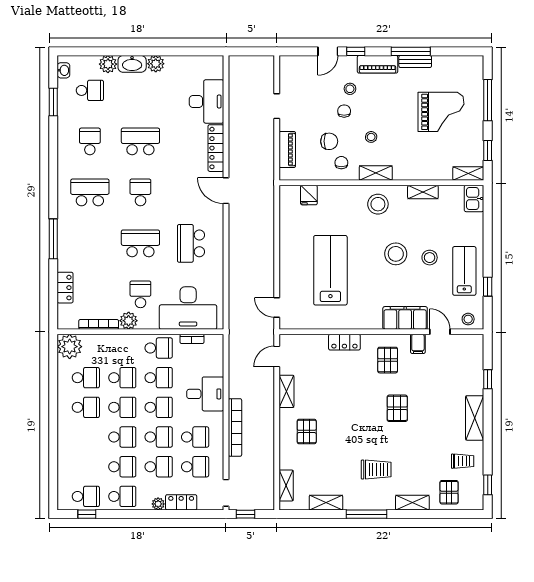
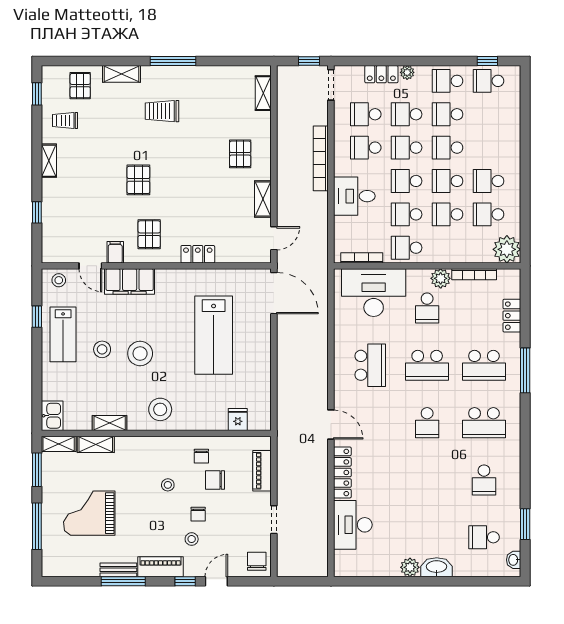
plant: (108, 64) -> (464, 567), removed
chair: (292, 69) -> (257, 561), added
school desk: (140, 141) -> (484, 365), moved
window: (488, 150) -> (37, 470), width x1.50
shelving: (376, 173) -> (96, 444), moved
door: (277, 308) -> (274, 293), width x1.88
bookcase: (192, 339) -> (362, 258), width x1.56
shelving: (475, 418) -> (49, 161), width x0.67, depth x0.75
shelving: (326, 503) -> (219, 74), removed

